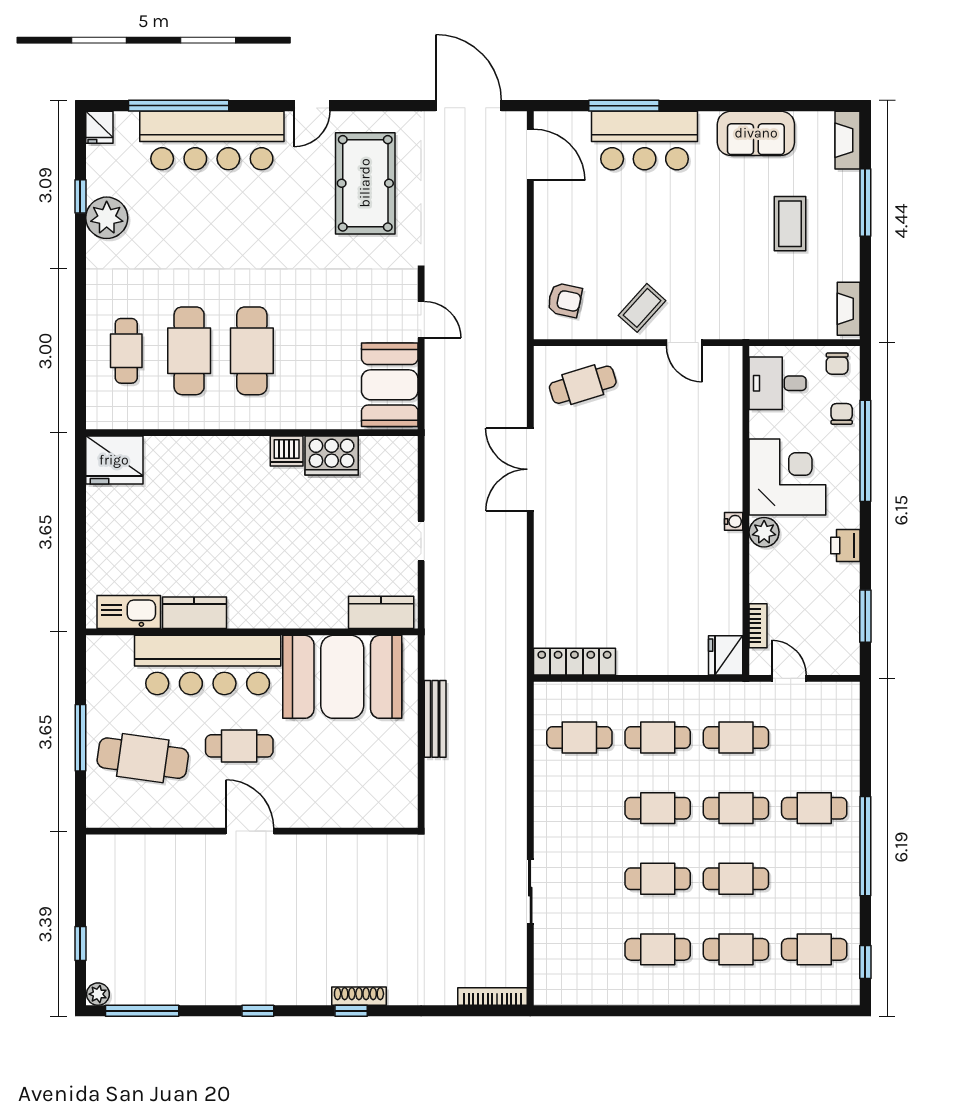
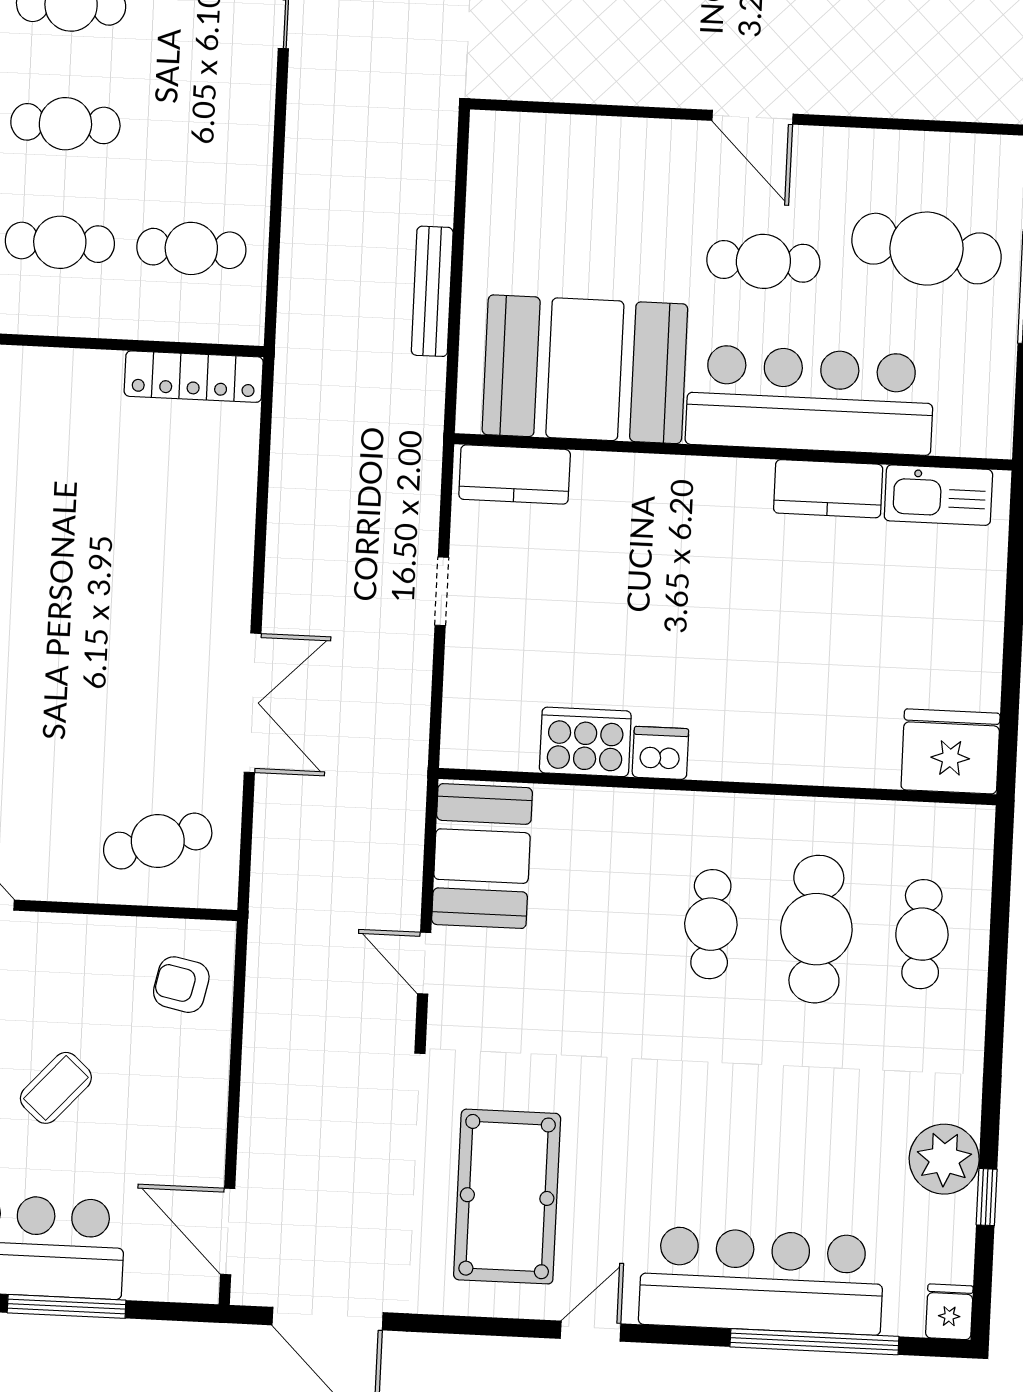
coffee table: (642, 308) -> (56, 1088), moved
cafe table: (252, 351) -> (711, 924), width x0.73, depth x0.74

